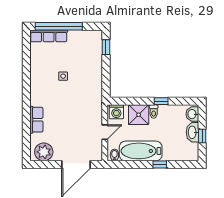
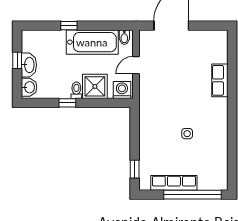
row of seats: (49, 36) -> (174, 183), moved
plant: (44, 152) -> (211, 41), removed

